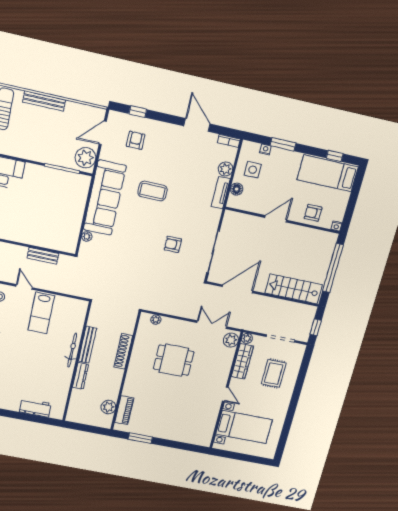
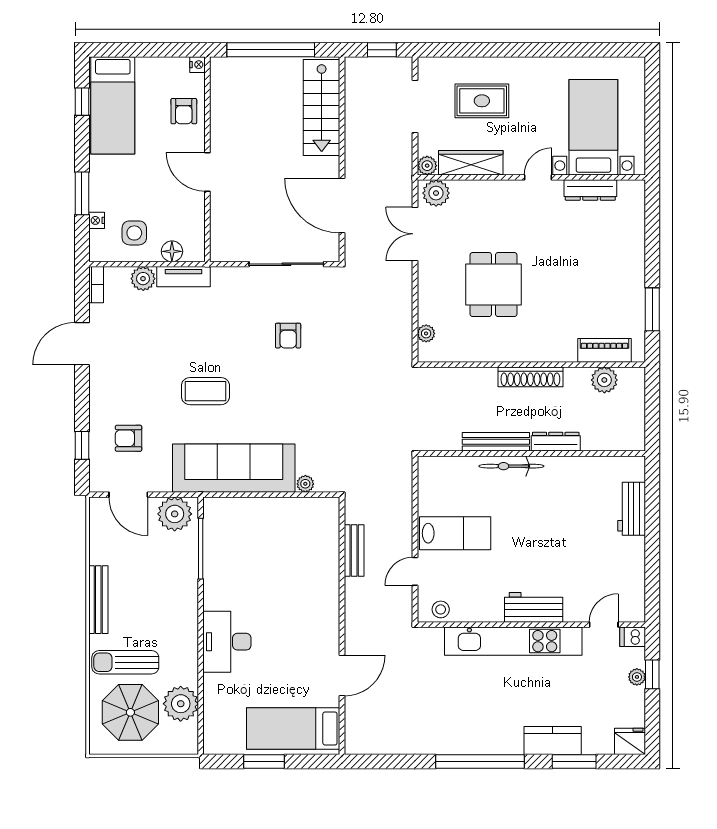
coffee table: (153, 191) -> (205, 391), turned 90
shoe rack: (123, 351) -> (530, 377), moved
dresser: (211, 419) -> (590, 190), added

